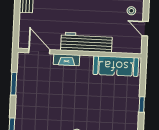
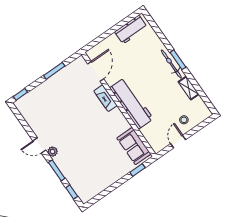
sofa: (116, 66) -> (134, 146), width x0.73
window: (142, 105) -> (137, 170), moved

